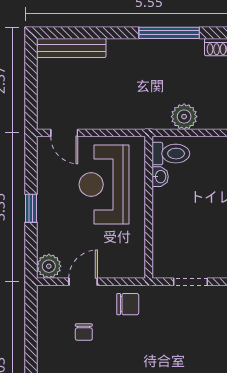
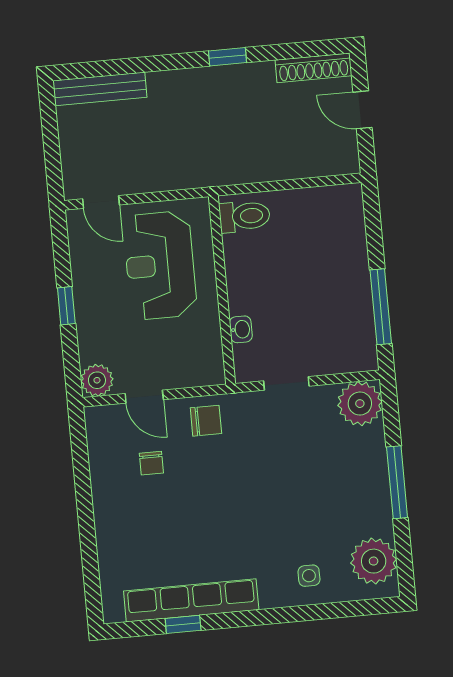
window: (169, 33) -> (227, 57), width x0.46
plant: (184, 117) -> (258, 166), removed
washbasin: (160, 177) -> (241, 329), moved
door: (83, 282) -> (144, 397), swing flipped

